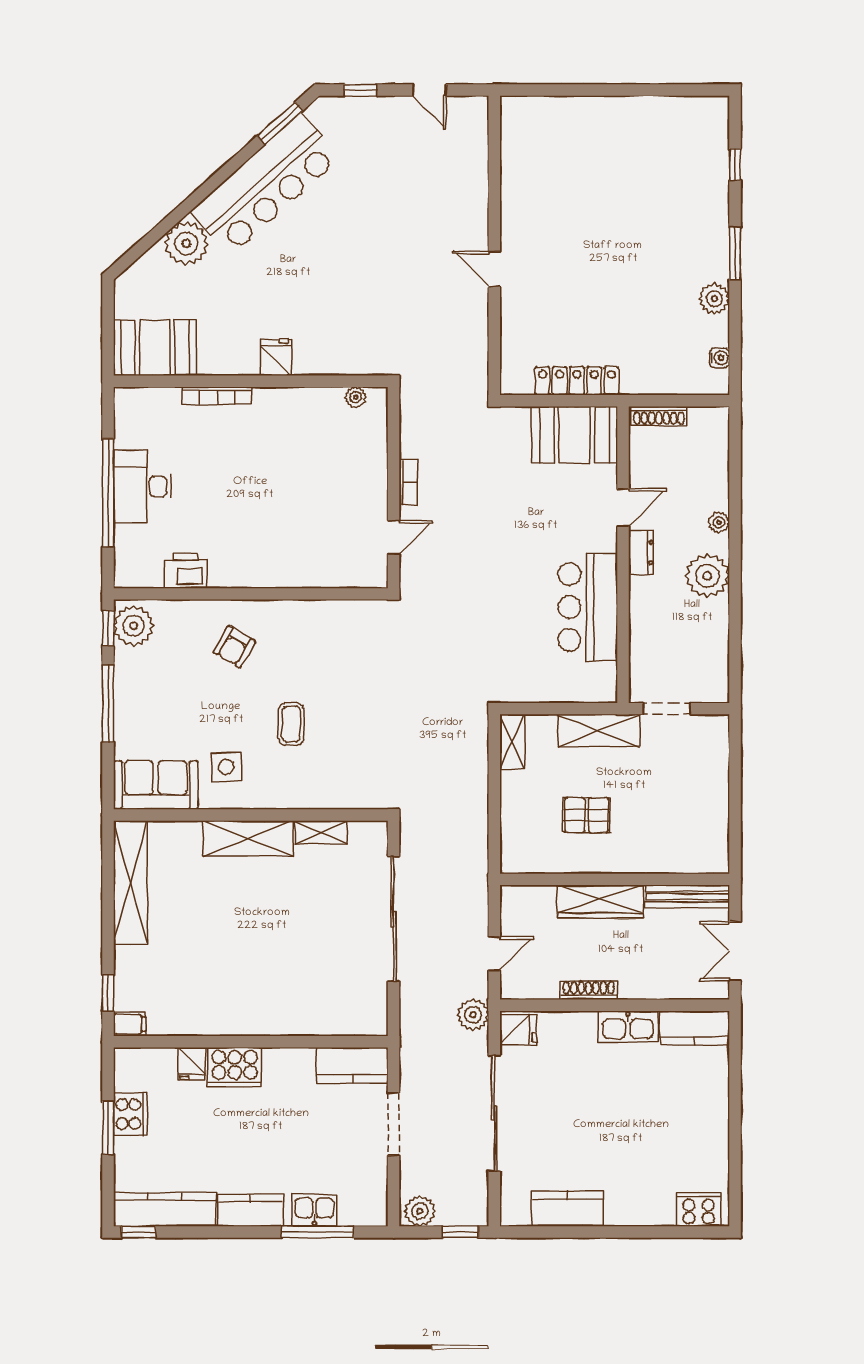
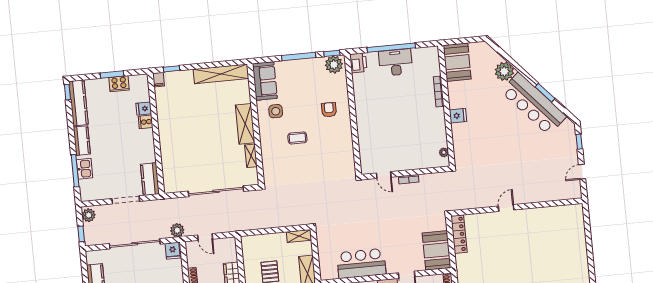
window: (280, 123) -> (545, 93), moved
locker: (577, 381) -> (459, 234), moved
printer: (186, 571) -> (358, 63), moved
armchair: (234, 647) -> (329, 110), turned 60
cooker: (235, 1067) -> (146, 122), width x0.53, depth x0.76

